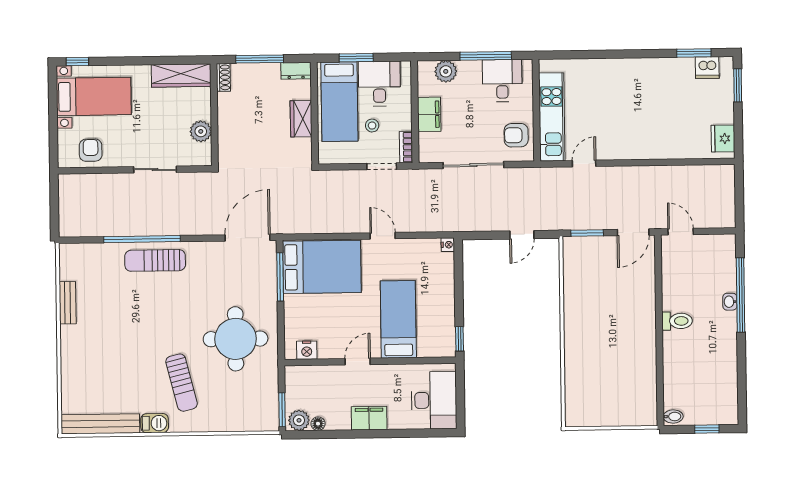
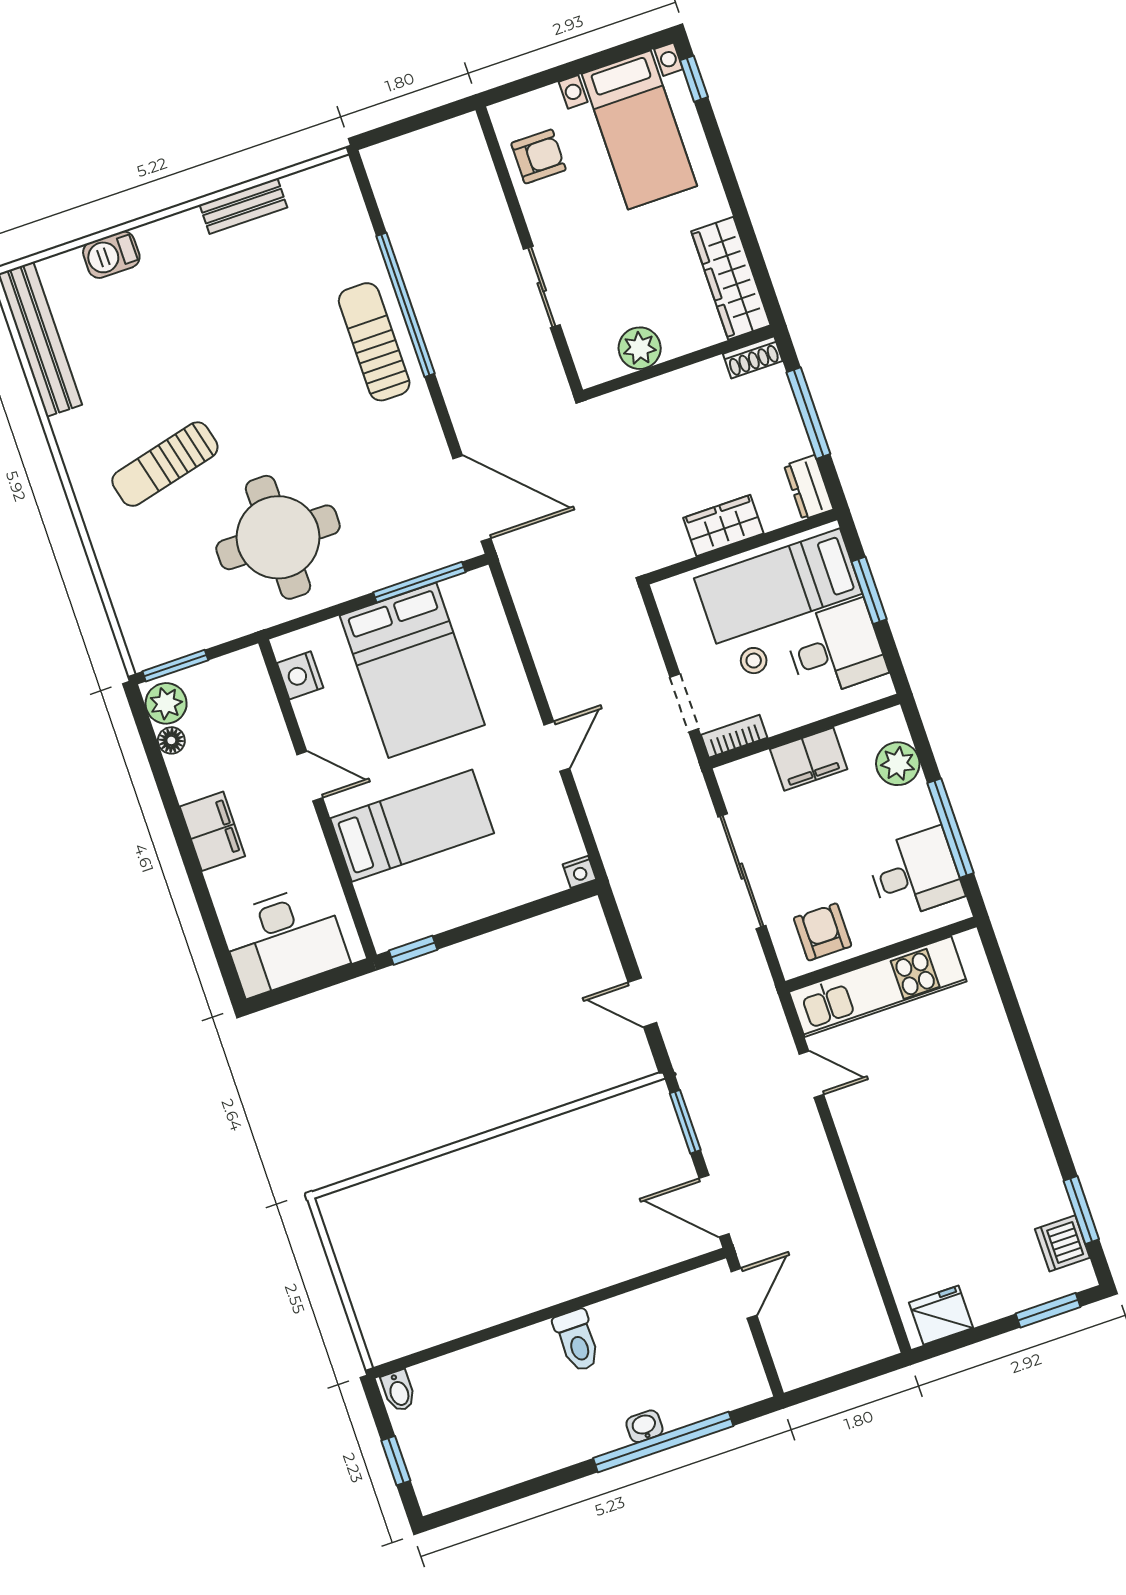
bed: (322, 267) -> (412, 670), moved
barbecue: (155, 423) -> (111, 255), moved, turned 90

